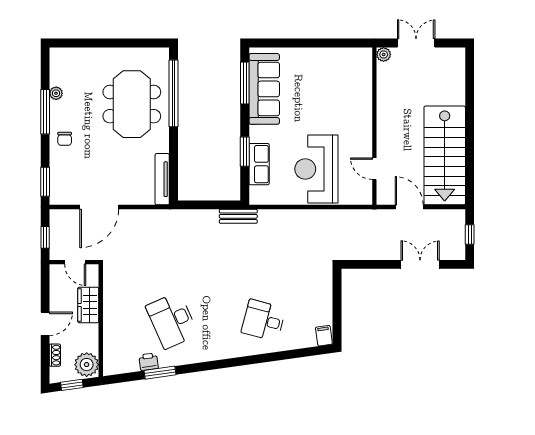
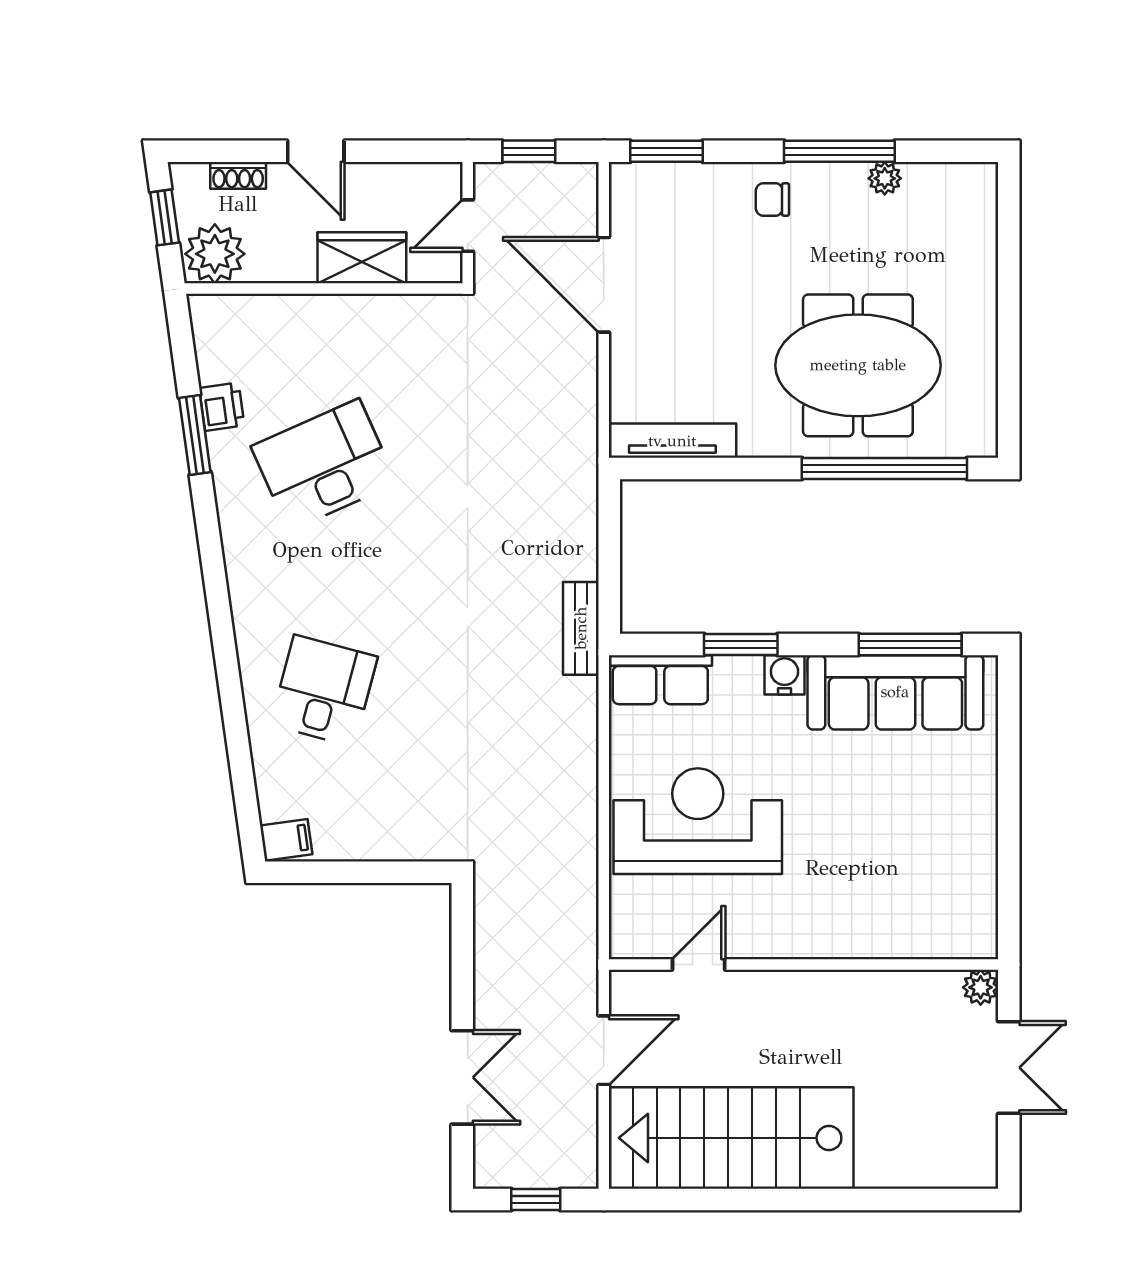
water cooler: (257, 134) -> (784, 675), added
row of seats: (259, 164) -> (660, 680), moved

